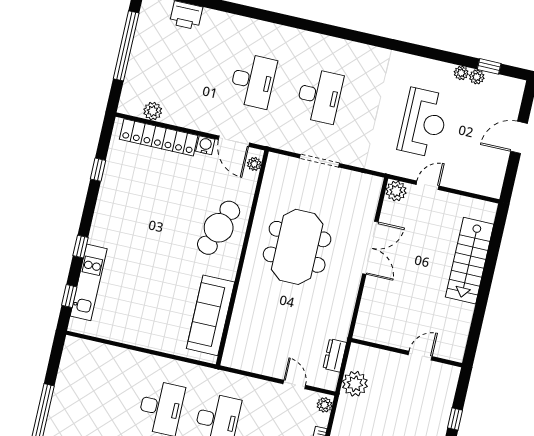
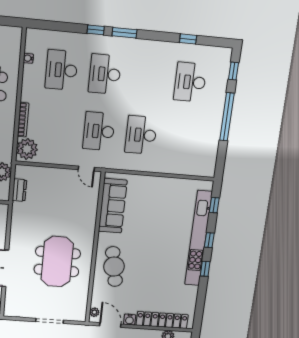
window: (98, 170) -> (205, 269), moved
cafe table: (219, 228) -> (114, 267), turned -31
kitchen unit: (89, 282) -> (198, 238), width x1.86
door: (294, 384) -> (86, 169), moved
plant: (325, 405) -> (27, 149), width x1.88, depth x1.88

